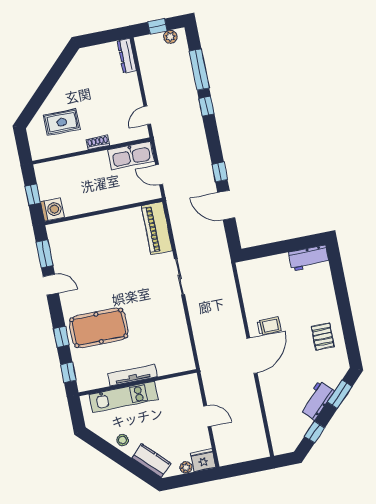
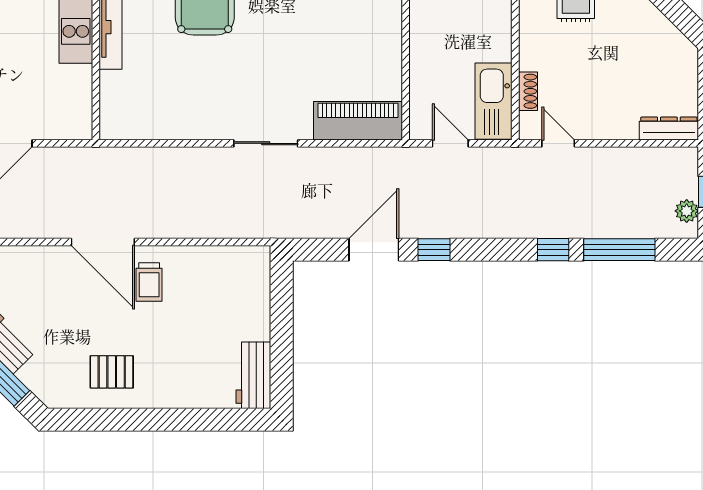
shoe rack: (98, 142) -> (528, 91), moved
door: (159, 175) -> (450, 143), hinge flipped

